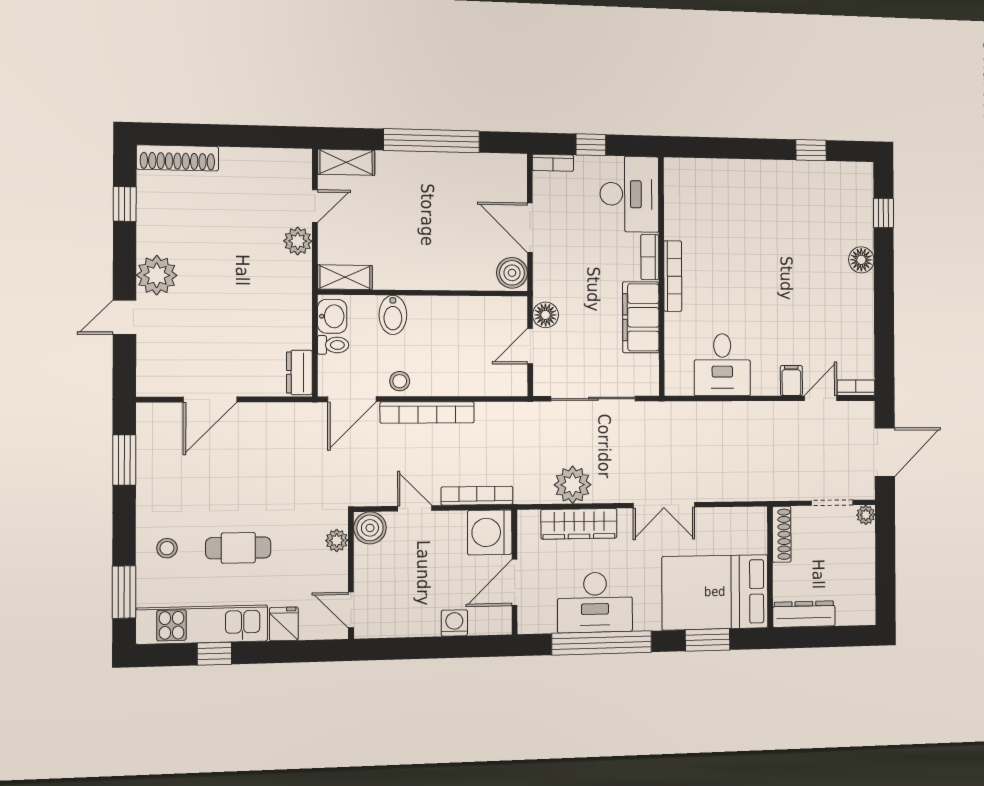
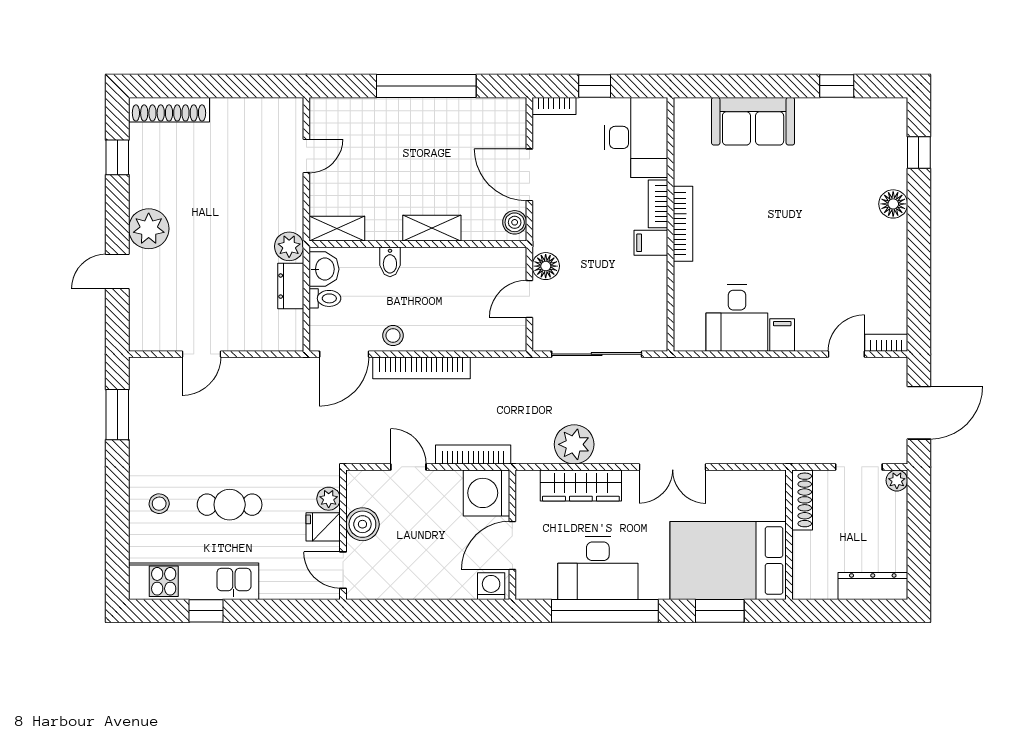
shelving: (346, 162) -> (432, 228), moved
sofa: (736, 181) -> (753, 121), added
plant: (298, 241) -> (289, 246), moved
boiler: (512, 273) -> (515, 222), width x0.73, depth x0.73
bidet: (393, 315) -> (390, 262), width x0.72, depth x0.74
filing cabinet: (641, 317) -> (651, 243), width x0.33, depth x0.86
dresser: (299, 372) -> (291, 286), moved
filing cabinet: (791, 381) -> (782, 335), moved
door: (210, 399) -> (202, 354), width x0.73
boiler: (370, 528) -> (362, 524), moved
window: (124, 592) -> (117, 547), removed
dresser: (804, 614) -> (873, 586), moved
washing machine: (454, 623) -> (491, 586), moved
fridge: (284, 624) -> (323, 527), moved, turned -90

